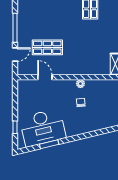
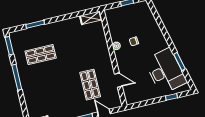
door: (45, 77) -> (118, 80), swing flipped

